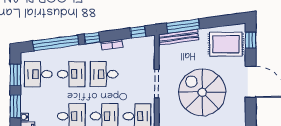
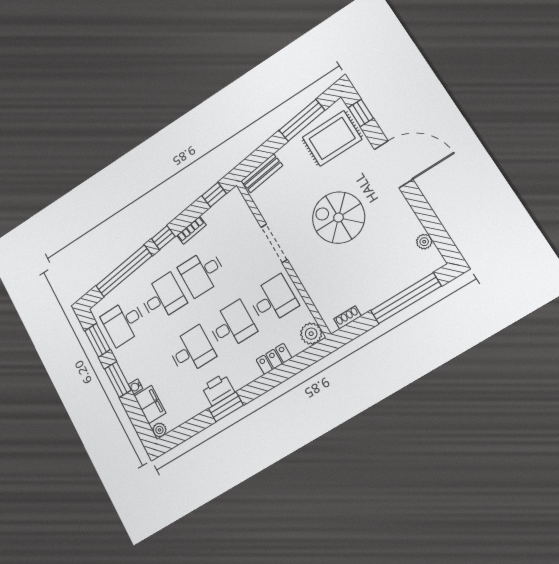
window: (183, 26) -> (302, 120), moved
bench: (179, 37) -> (262, 173), width x0.73
spiral stairs: (202, 92) -> (338, 218), width x0.73, depth x0.73

